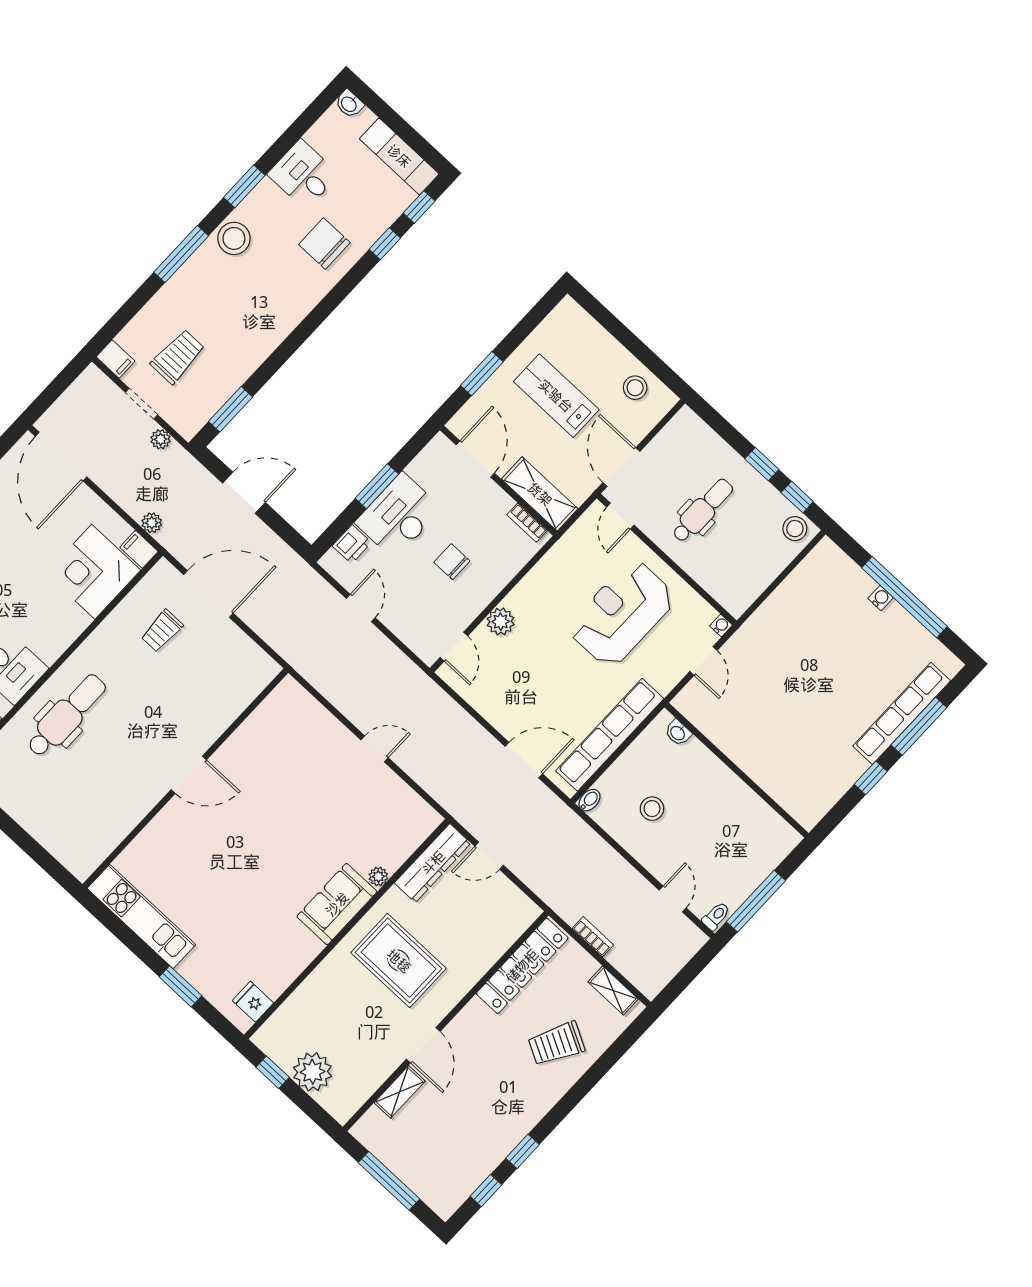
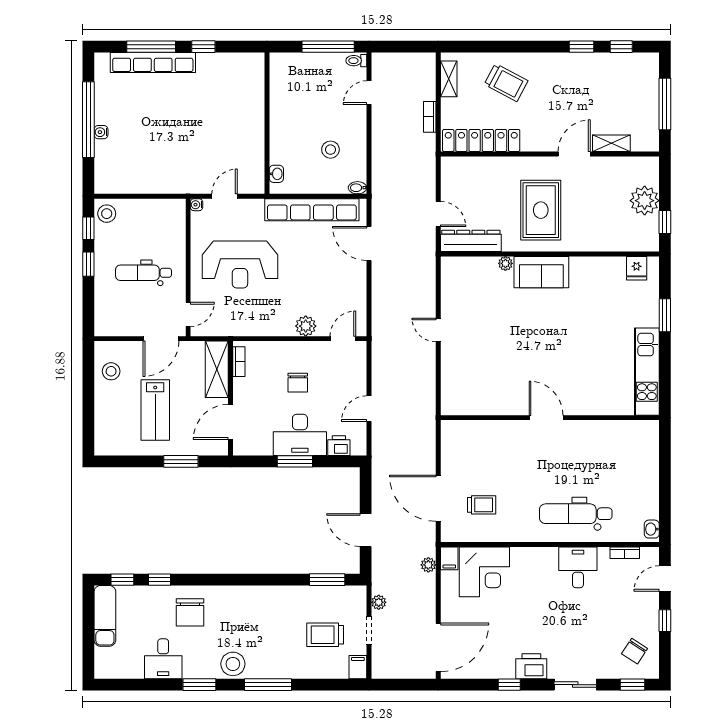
washbasin: (349, 104) -> (102, 670), removed

